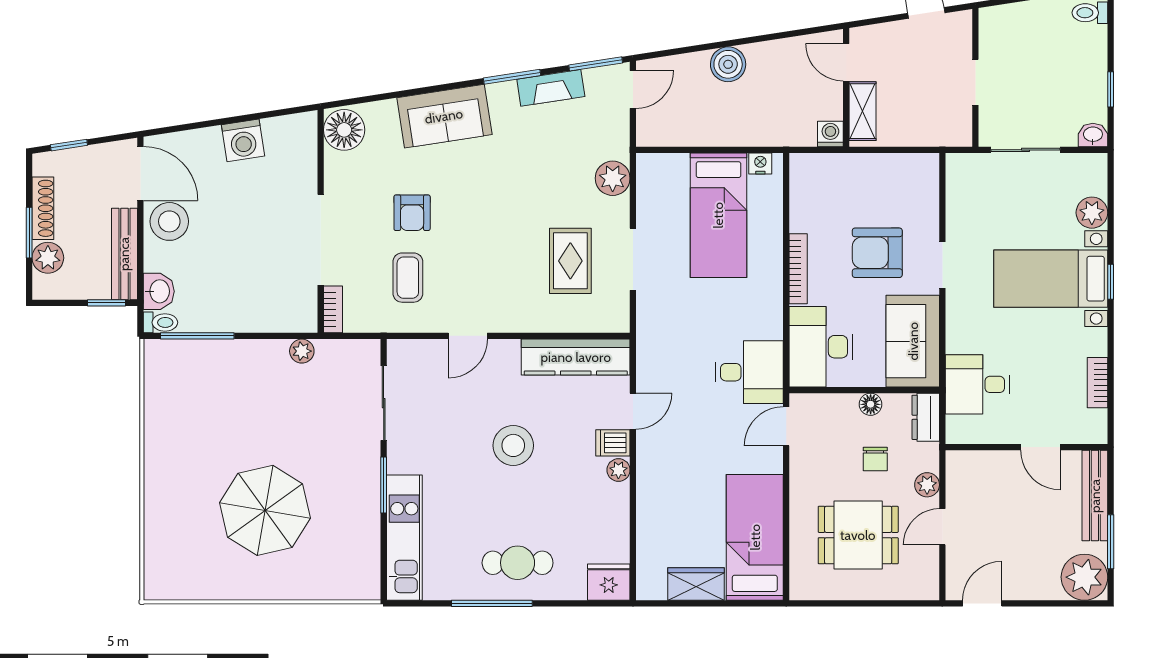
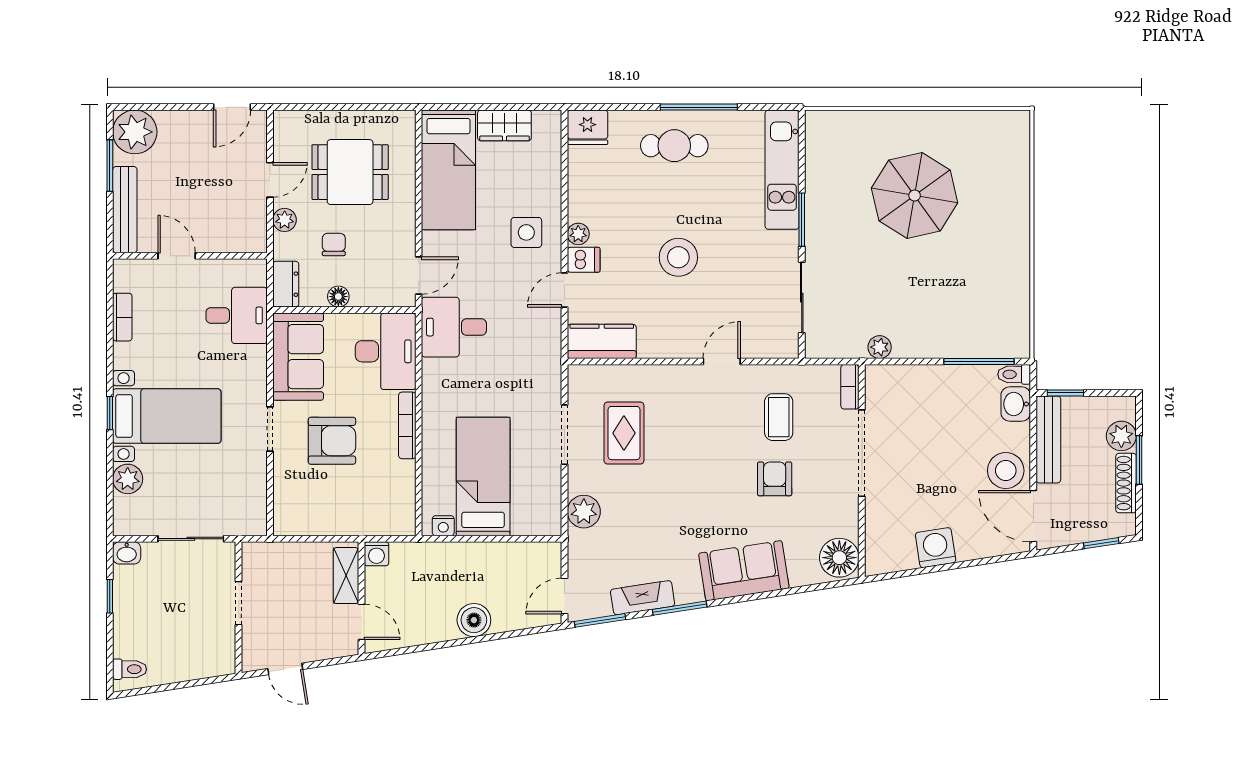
kitchen counter: (576, 357) -> (602, 341), width x0.67
side table: (673, 472) -> (526, 232), added

